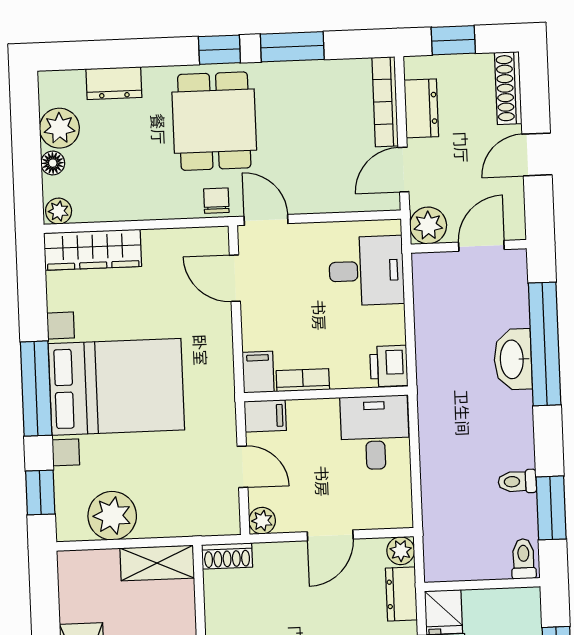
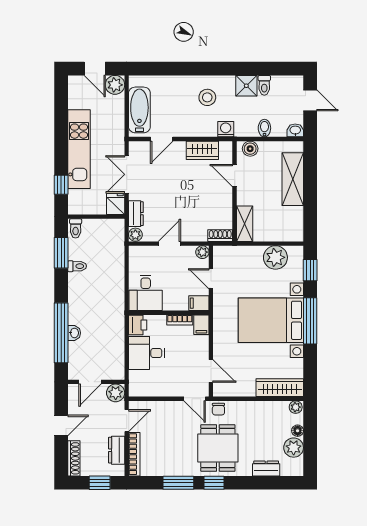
desk: (366, 271) -> (147, 353), moved
washbasin: (513, 359) -> (74, 333), width x0.52, depth x0.69
shelving: (157, 563) -> (245, 224), moved, turned 90

